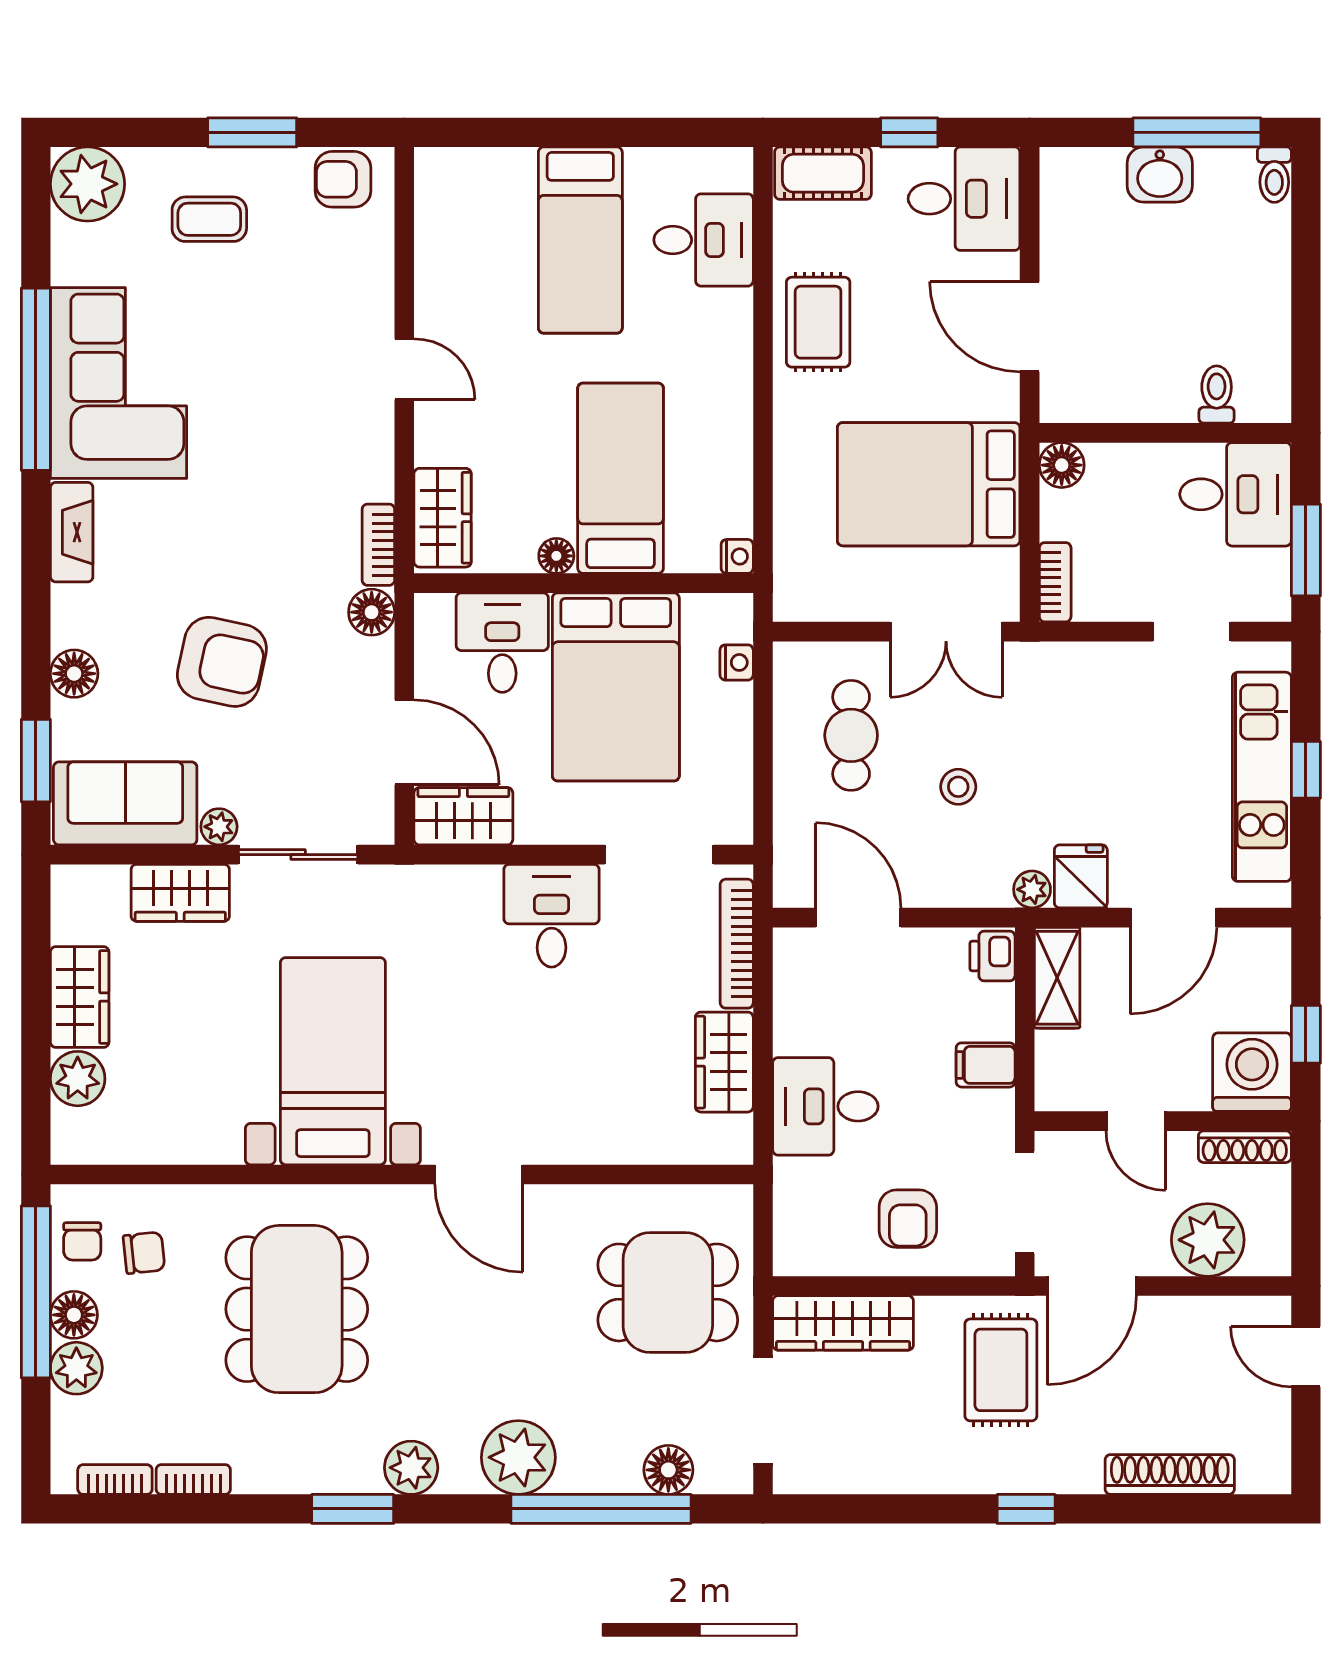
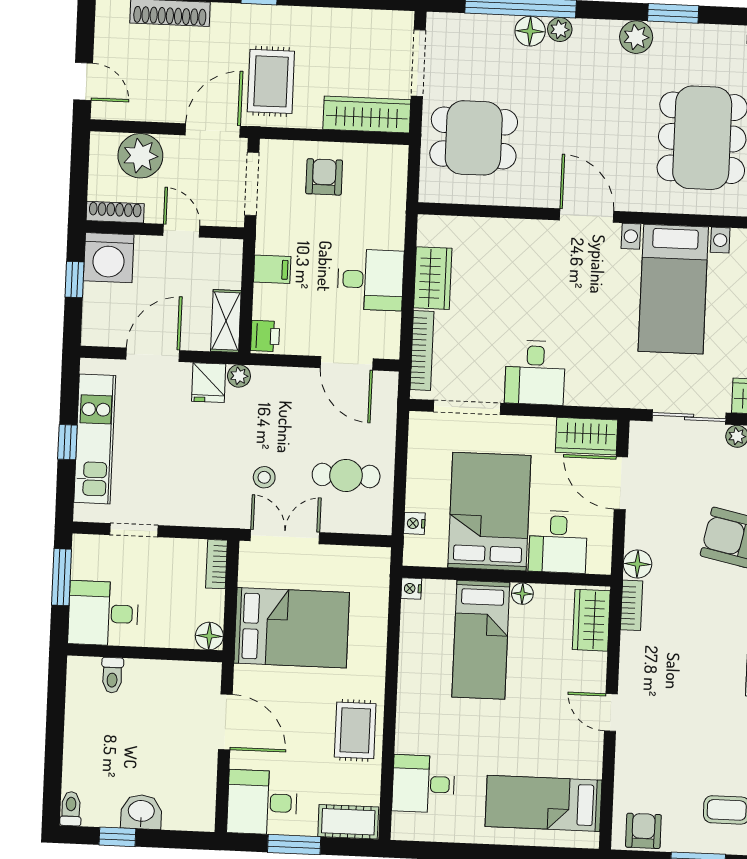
window: (909, 132) -> (294, 845), width x1.50
window: (1197, 132) -> (117, 837), width x0.46
armchair: (343, 179) -> (643, 831), turned -90
bed: (580, 240) -> (544, 803), moved, turned -90
cafe table: (851, 735) -> (346, 475), turned 90
stool: (958, 787) -> (264, 477), moved
desk: (825, 1106) -> (370, 280), moved
plant: (518, 1457) -> (560, 29), width x0.53, depth x0.53
floor lamp: (668, 1470) -> (530, 31), moved

